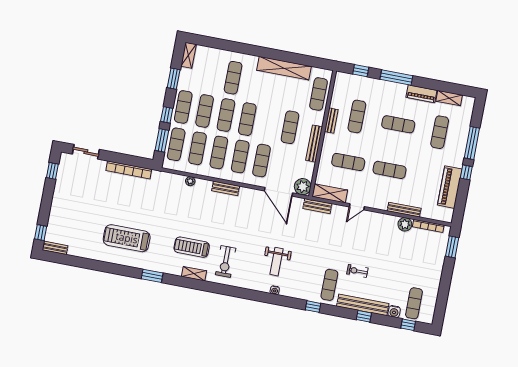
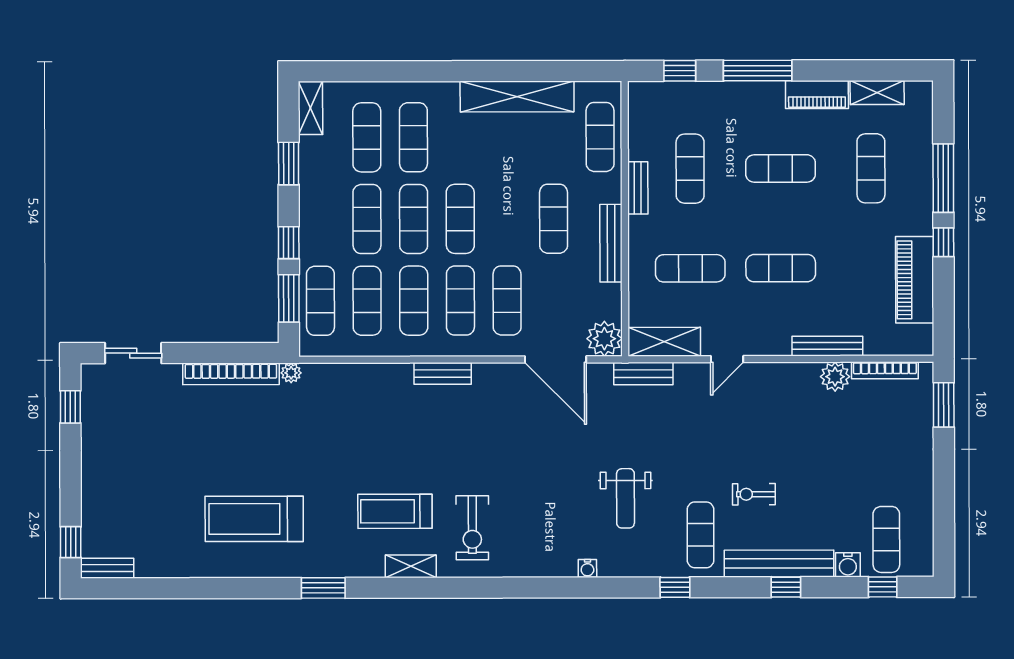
exercise mat: (183, 107) -> (367, 137), moved
plant: (190, 181) -> (291, 373), moved
weight bench: (276, 262) -> (625, 498), moved

